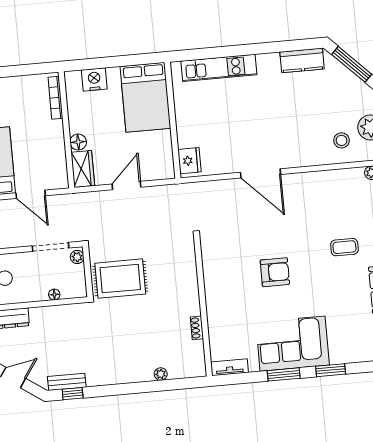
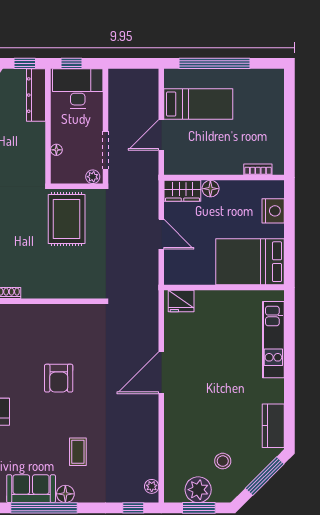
bookcase: (55, 98) -> (258, 169), width x0.64
stool: (342, 140) -> (223, 461), moved

